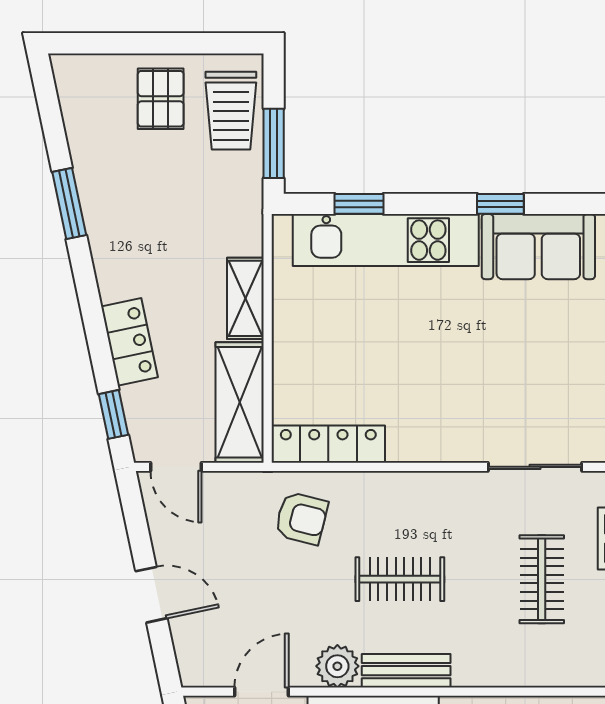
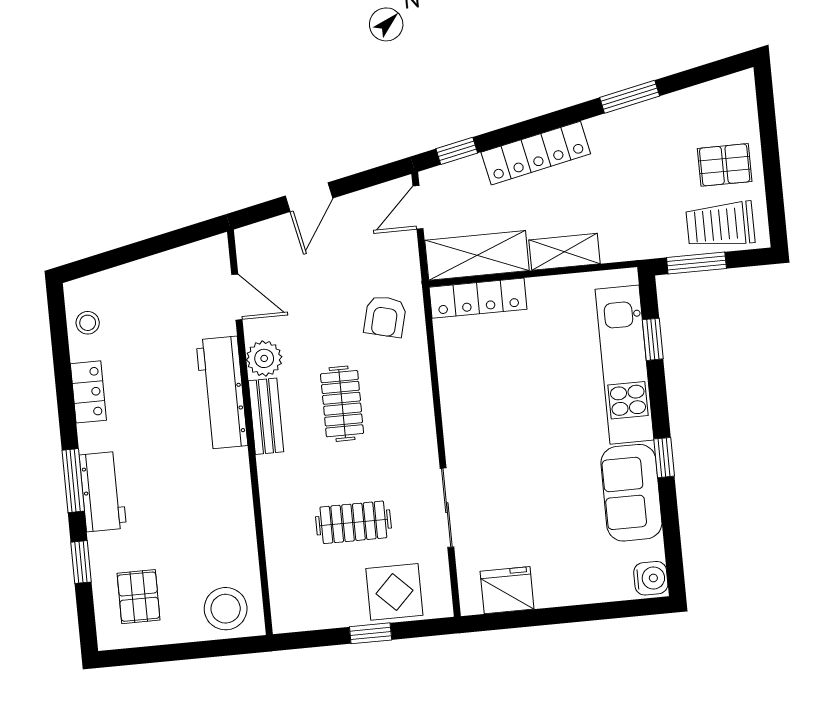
locker: (129, 342) -> (536, 153), width x1.53
locker: (328, 444) -> (478, 298), moved, turned 90

